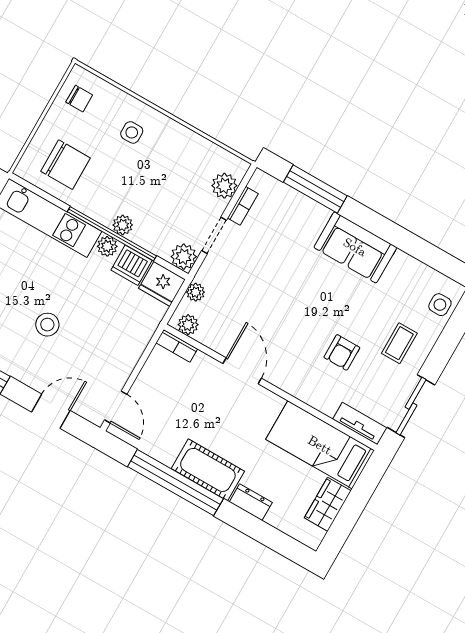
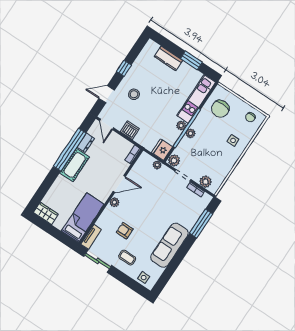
sofa: (355, 247) -> (169, 245), width x1.36
dishwasher: (132, 265) -> (130, 130), moved, turned 90
stool: (47, 325) -> (134, 94), moved
plant: (188, 325) -> (114, 202), moved
door: (116, 407) -> (107, 124), hinge flipped
door: (51, 411) -> (107, 94), swing flipped
dresser: (251, 502) -> (86, 143), moved
wardrobe: (328, 504) -> (46, 213), moved

